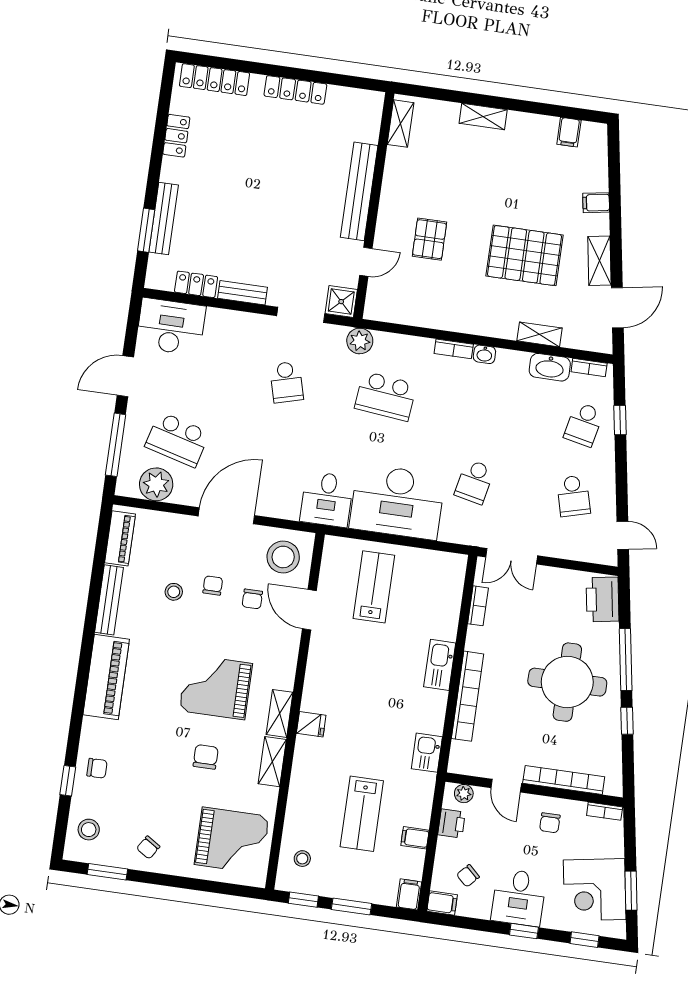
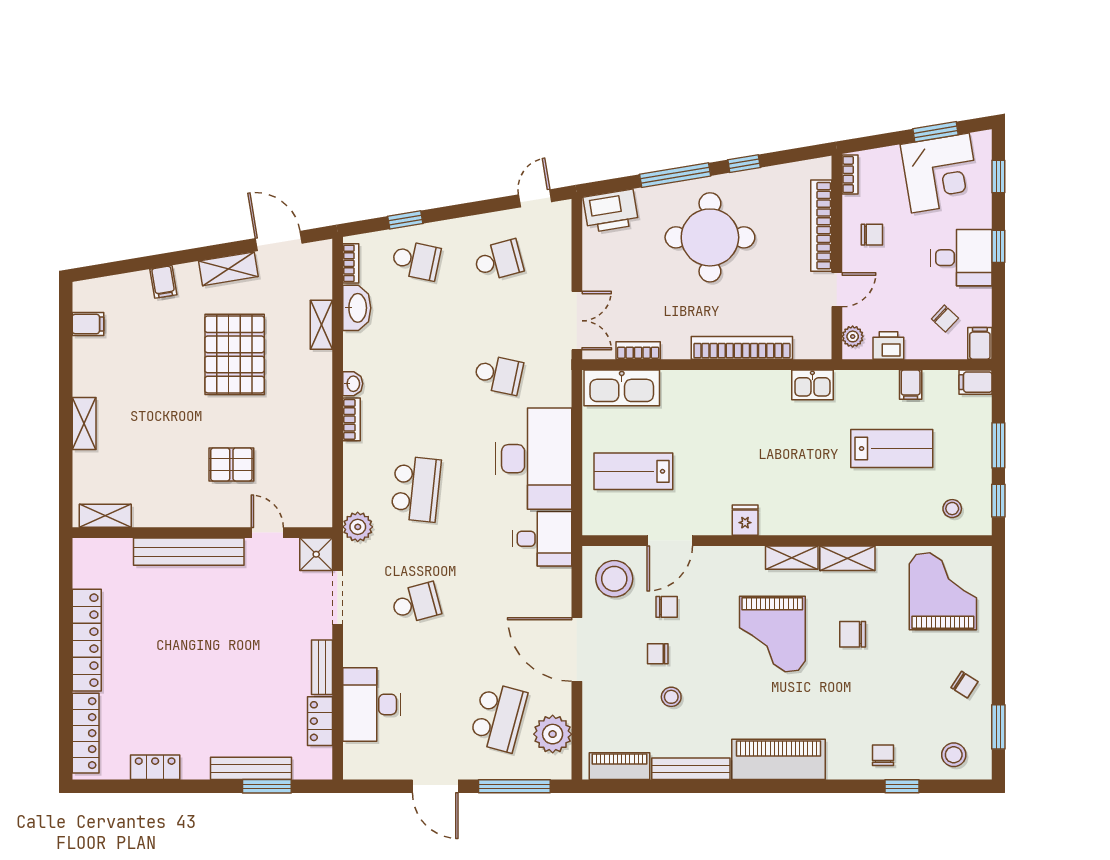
locker: (295, 90) -> (87, 640), width x1.41, depth x1.21
desk: (171, 327) -> (372, 704), moved
kitchen sink: (440, 665) -> (622, 388), moved, width x1.36, depth x1.24
fridge: (311, 724) -> (745, 520), moved

